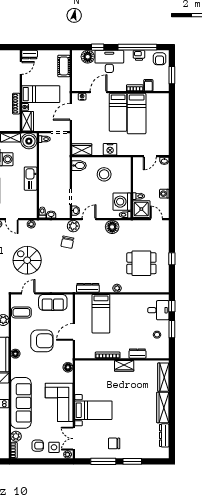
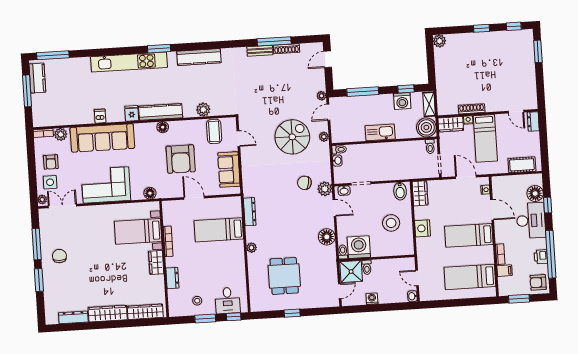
bed: (137, 114) -> (470, 277), moved
spiral stairs: (27, 260) -> (292, 137), moved
bed with nightstands: (93, 410) -> (138, 231), moved, turned 90

